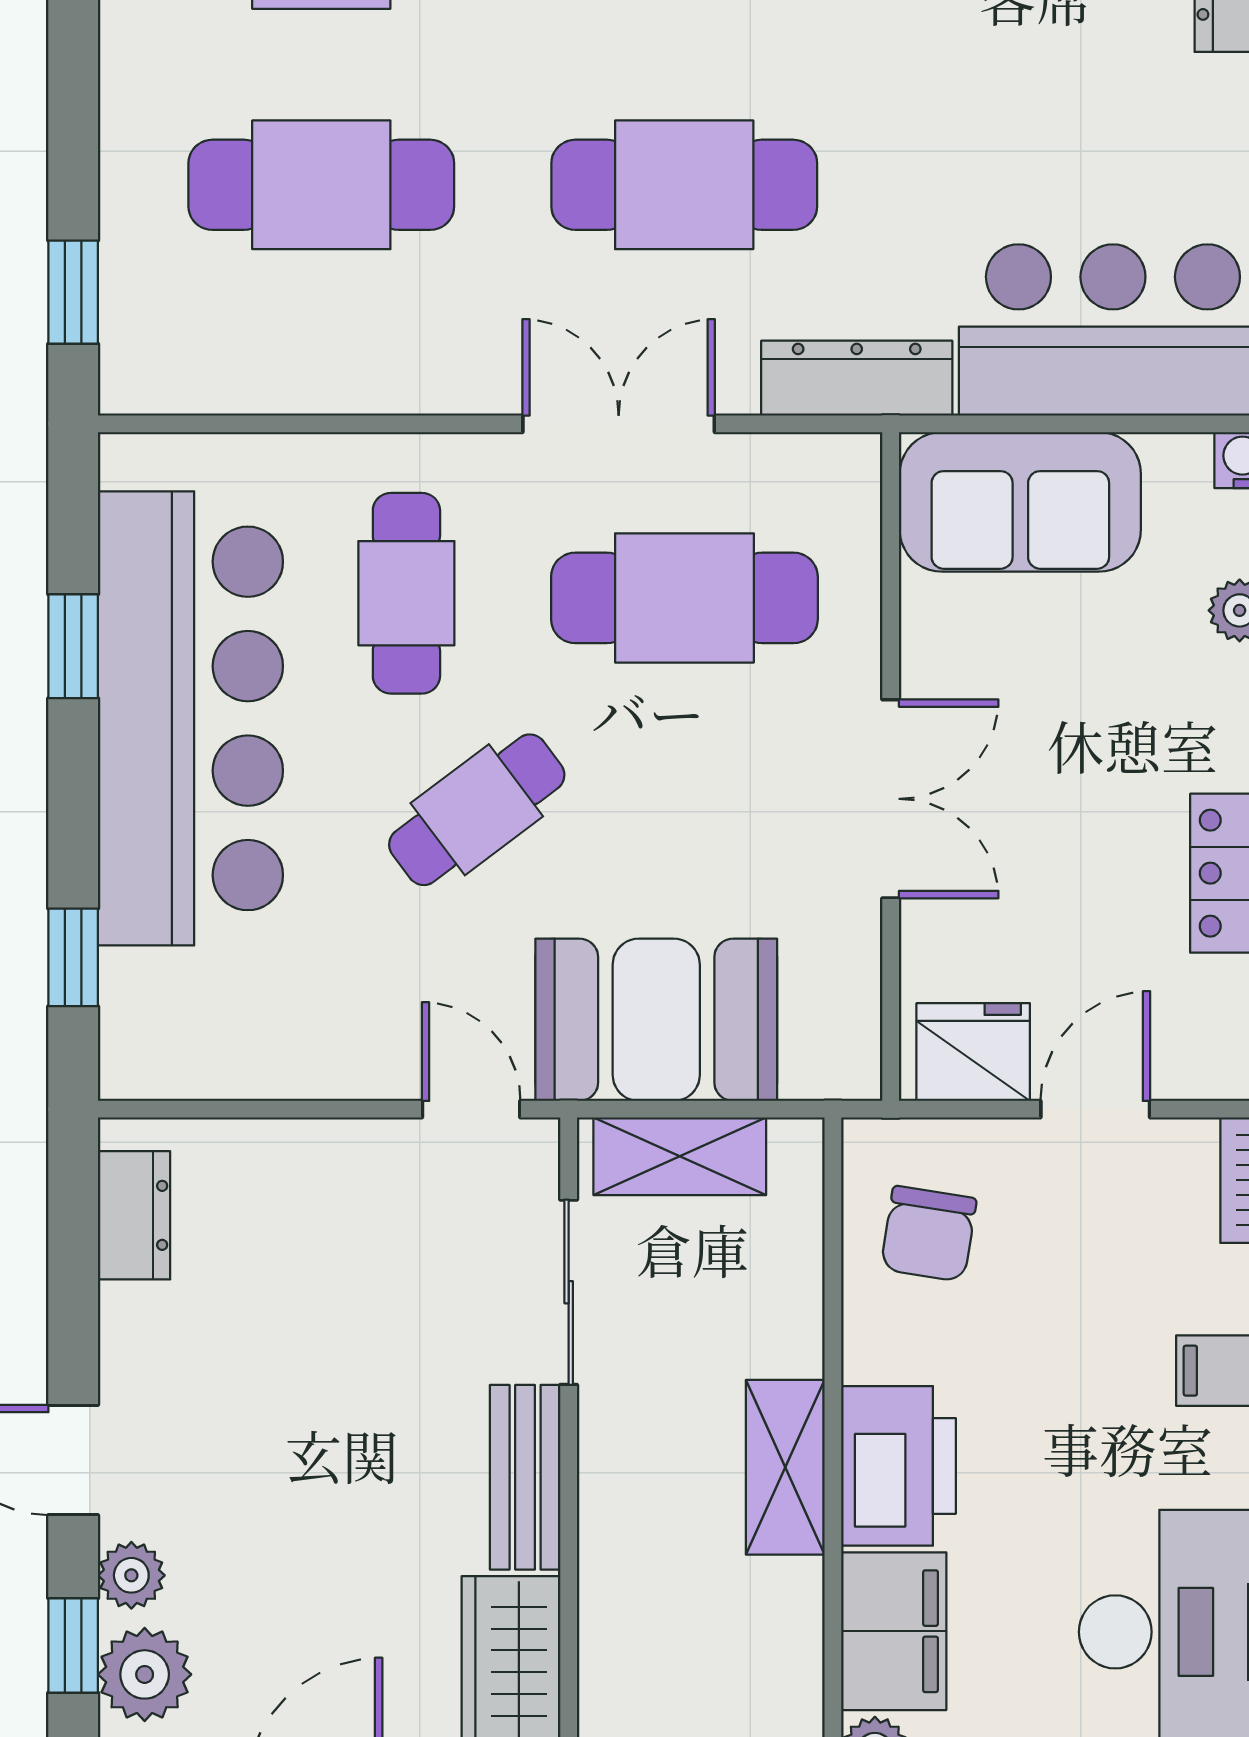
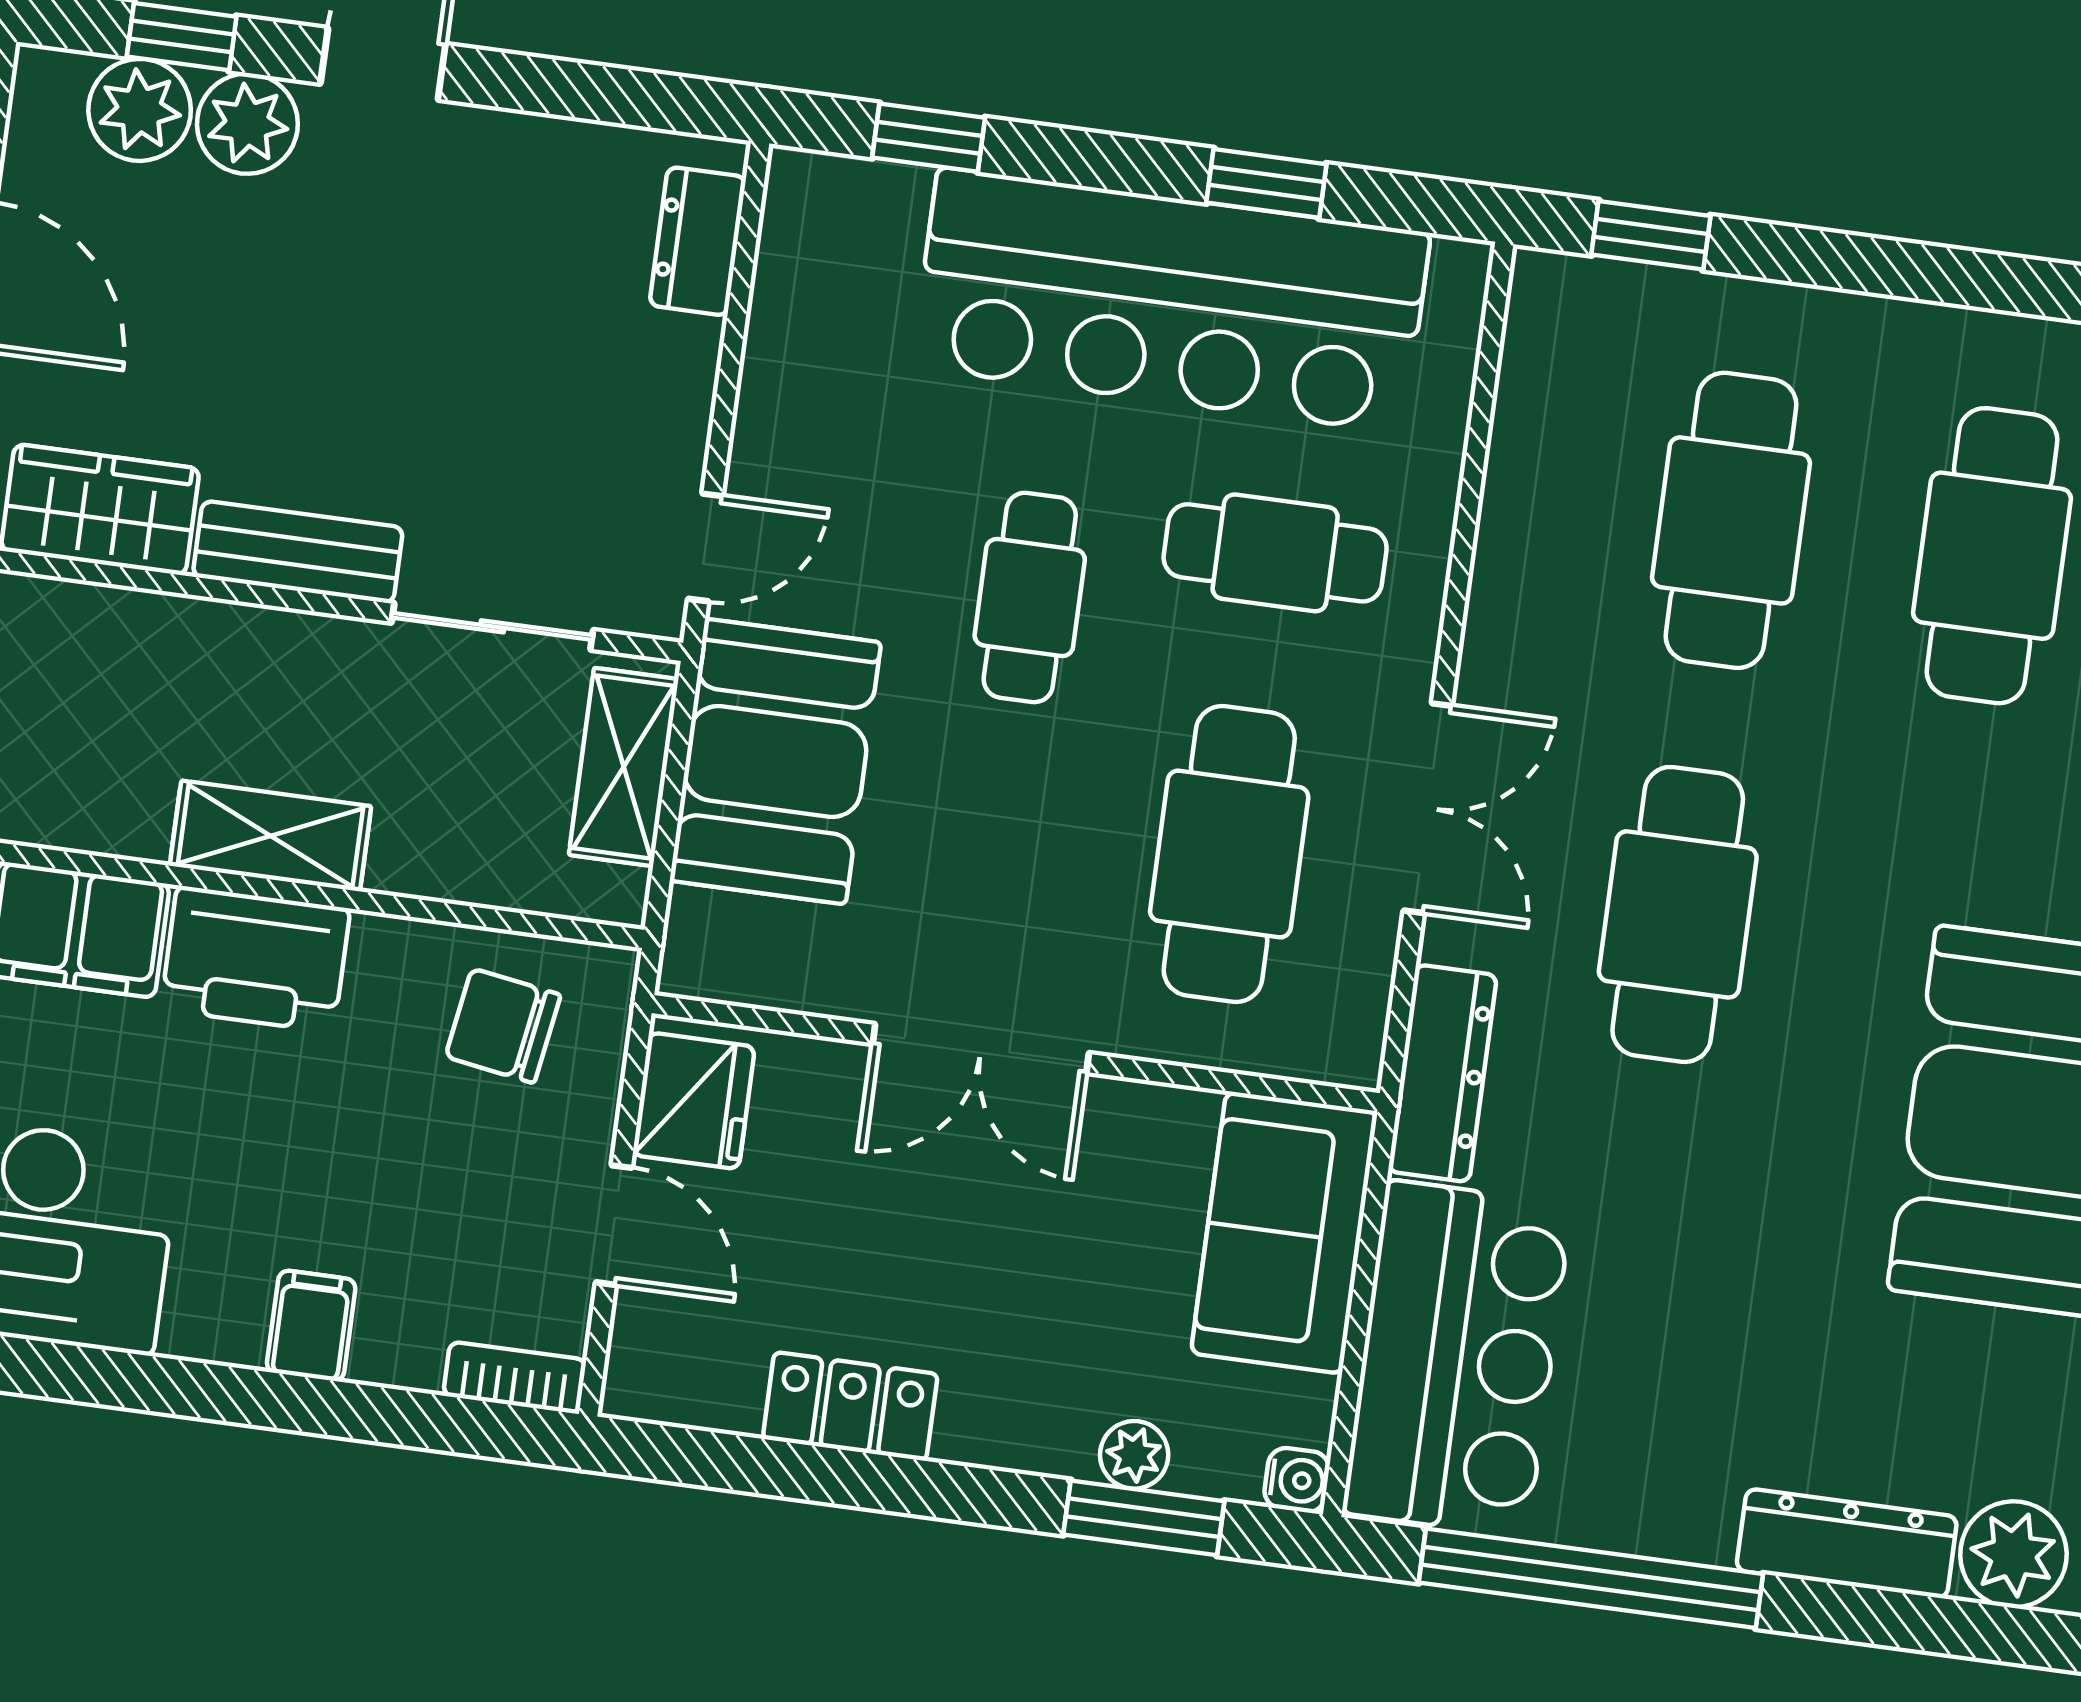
cafe table: (477, 810) -> (1030, 597), turned 37
dresser: (134, 1215) -> (698, 241), moved, turned 90
plant: (131, 1575) -> (247, 124), width x1.38, depth x1.38

